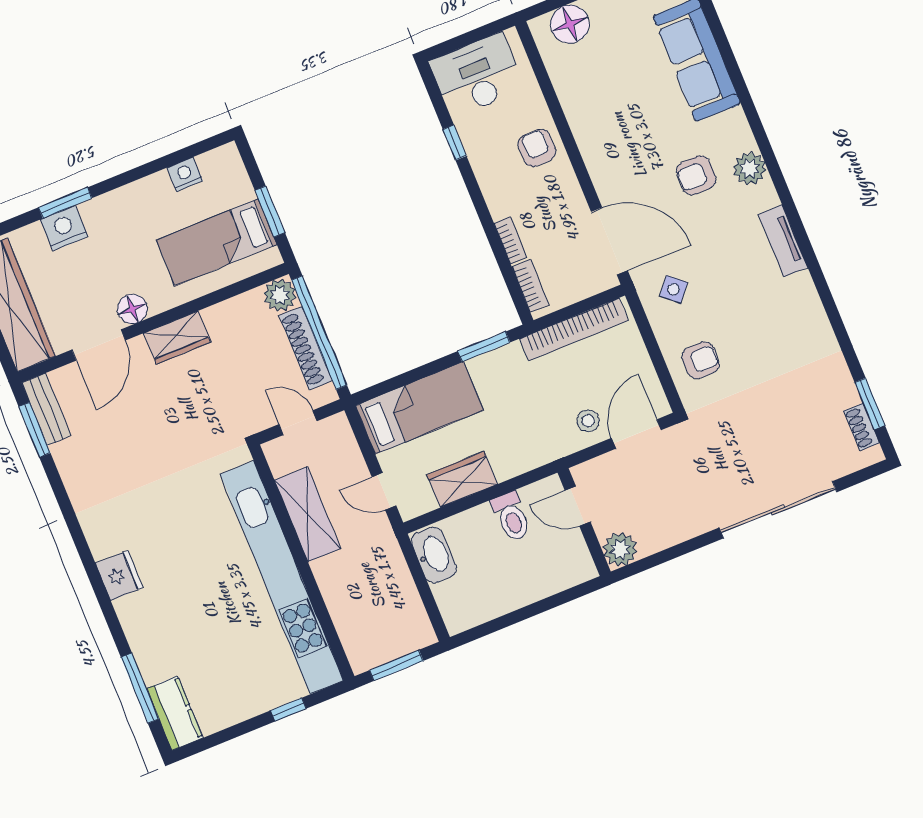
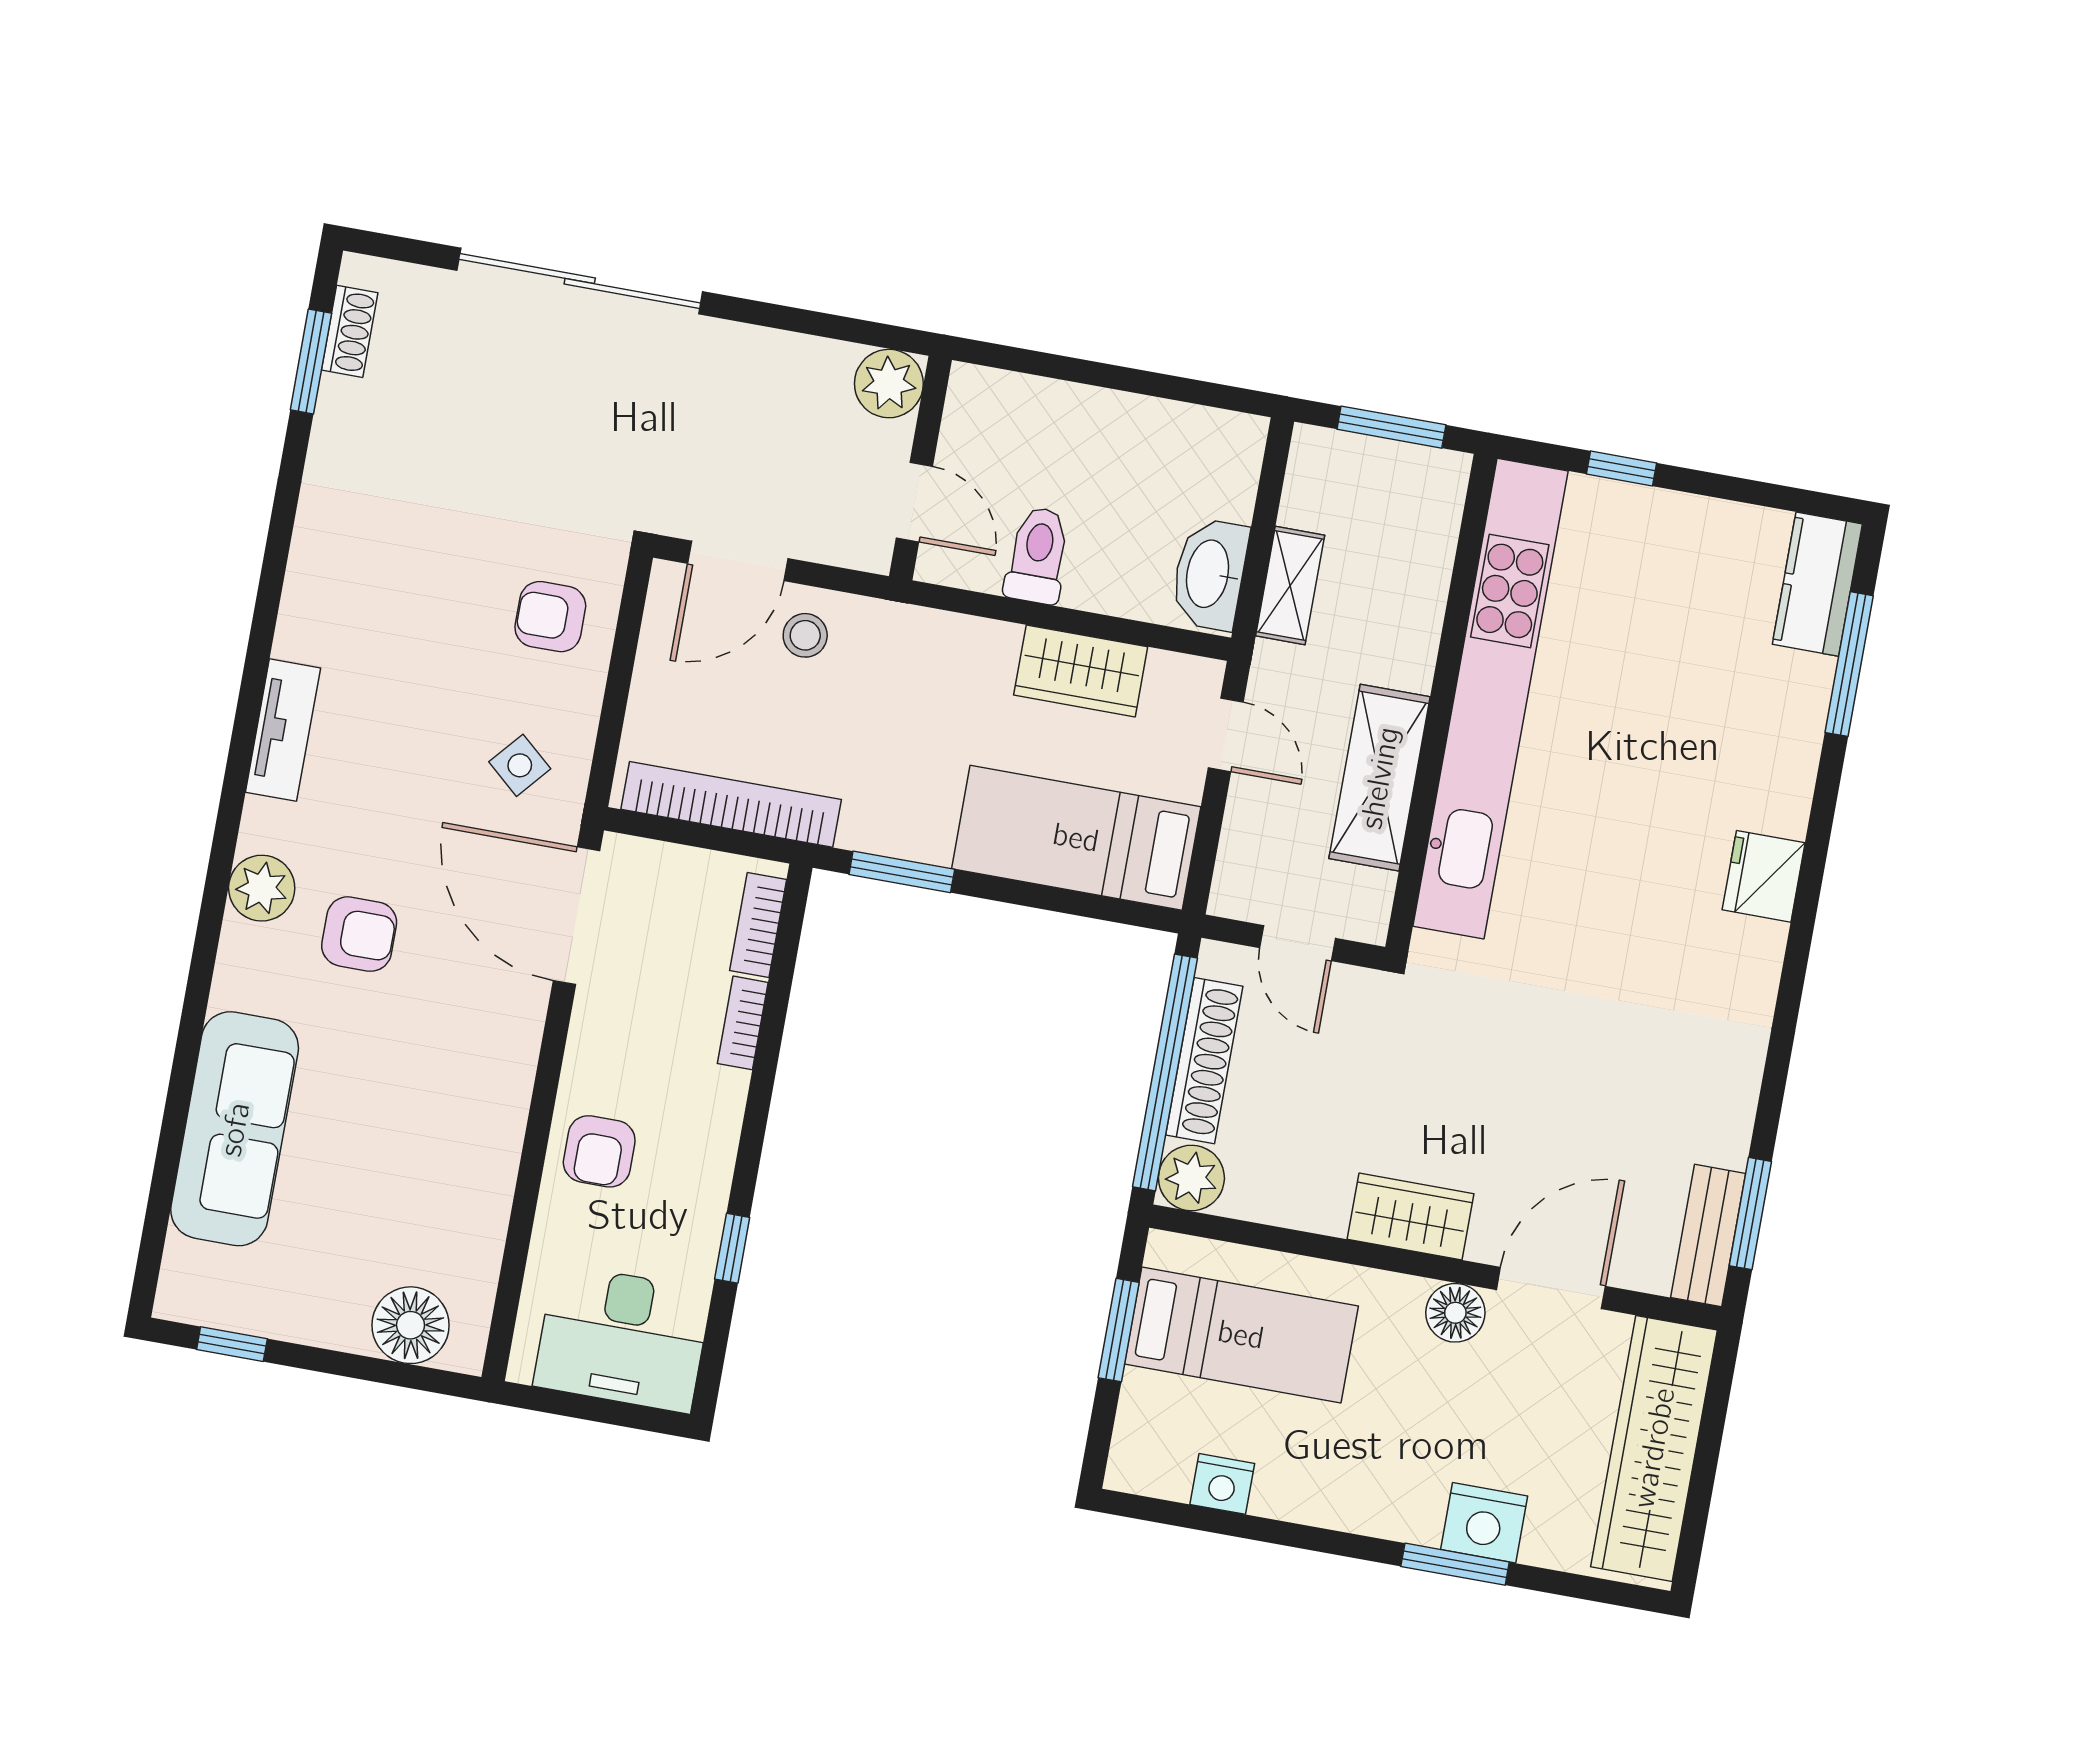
shelving: (397, 571) -> (1290, 586), added

